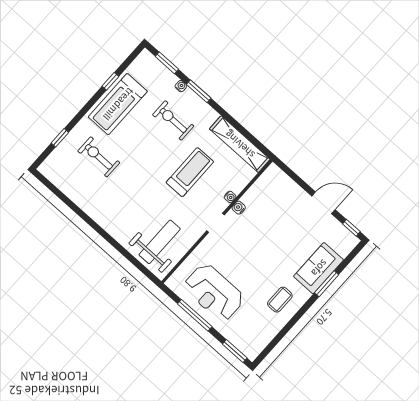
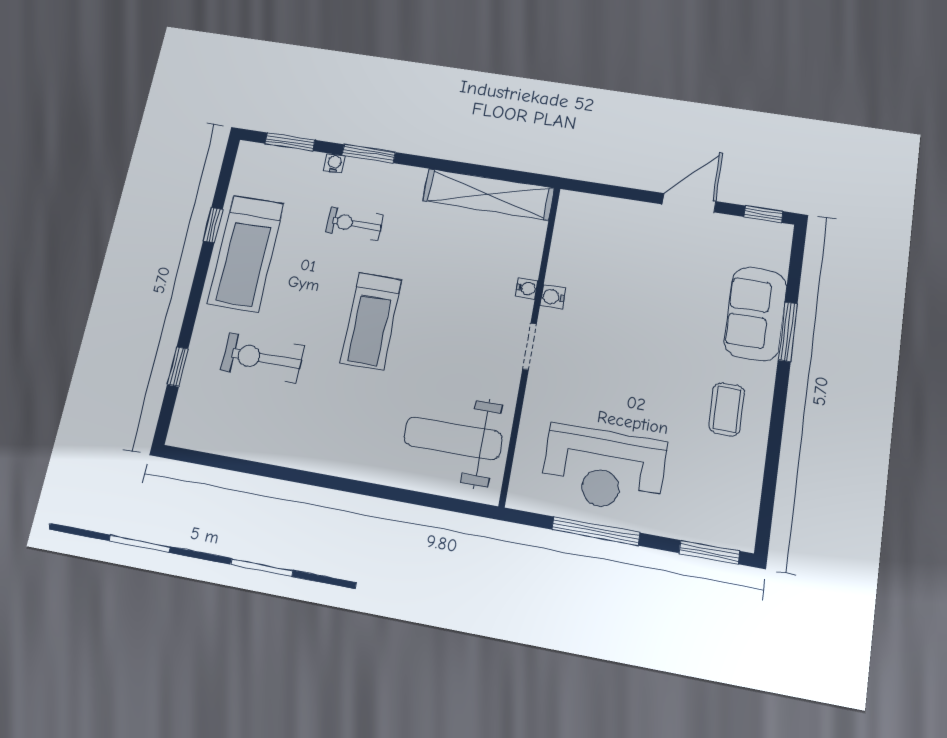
exercise bike: (173, 120) -> (354, 224), width x0.73, depth x0.72
treadmill: (190, 172) -> (371, 321), moved, turned 180
weight bench: (160, 242) -> (453, 438), turned -90

